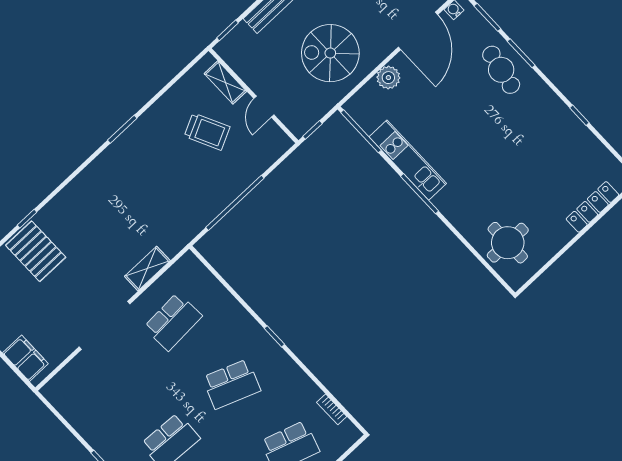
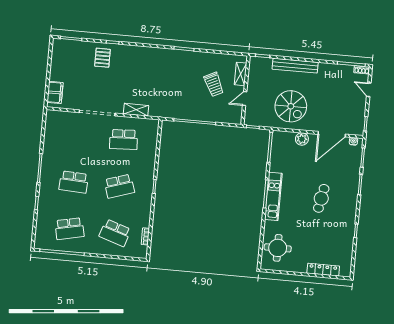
spiral stairs: (330, 53) -> (291, 106), turned 180
cafe table: (501, 70) -> (321, 198), moved
kitchen unit: (408, 160) -> (273, 196), moved
pallet: (36, 251) -> (102, 58), width x0.67, depth x0.71
school desk: (231, 384) -> (119, 186), turned -39

